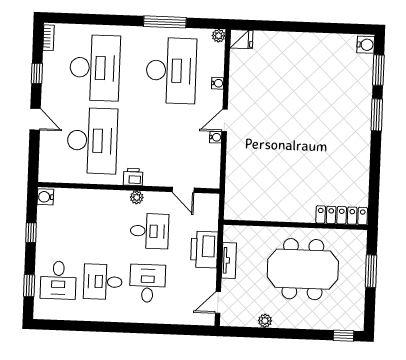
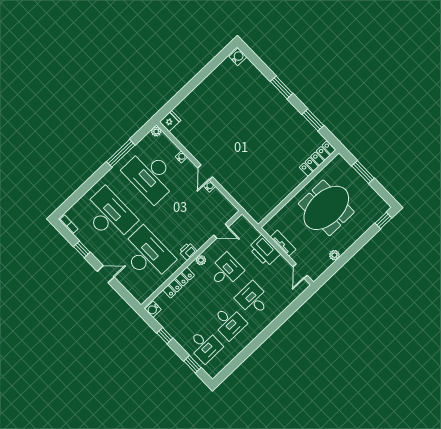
window: (378, 70) -> (313, 120), moved
desk: (171, 71) -> (150, 175), turned 180
locker: (94, 197) -> (179, 283), added
desk: (103, 282) -> (229, 322), turned -90

